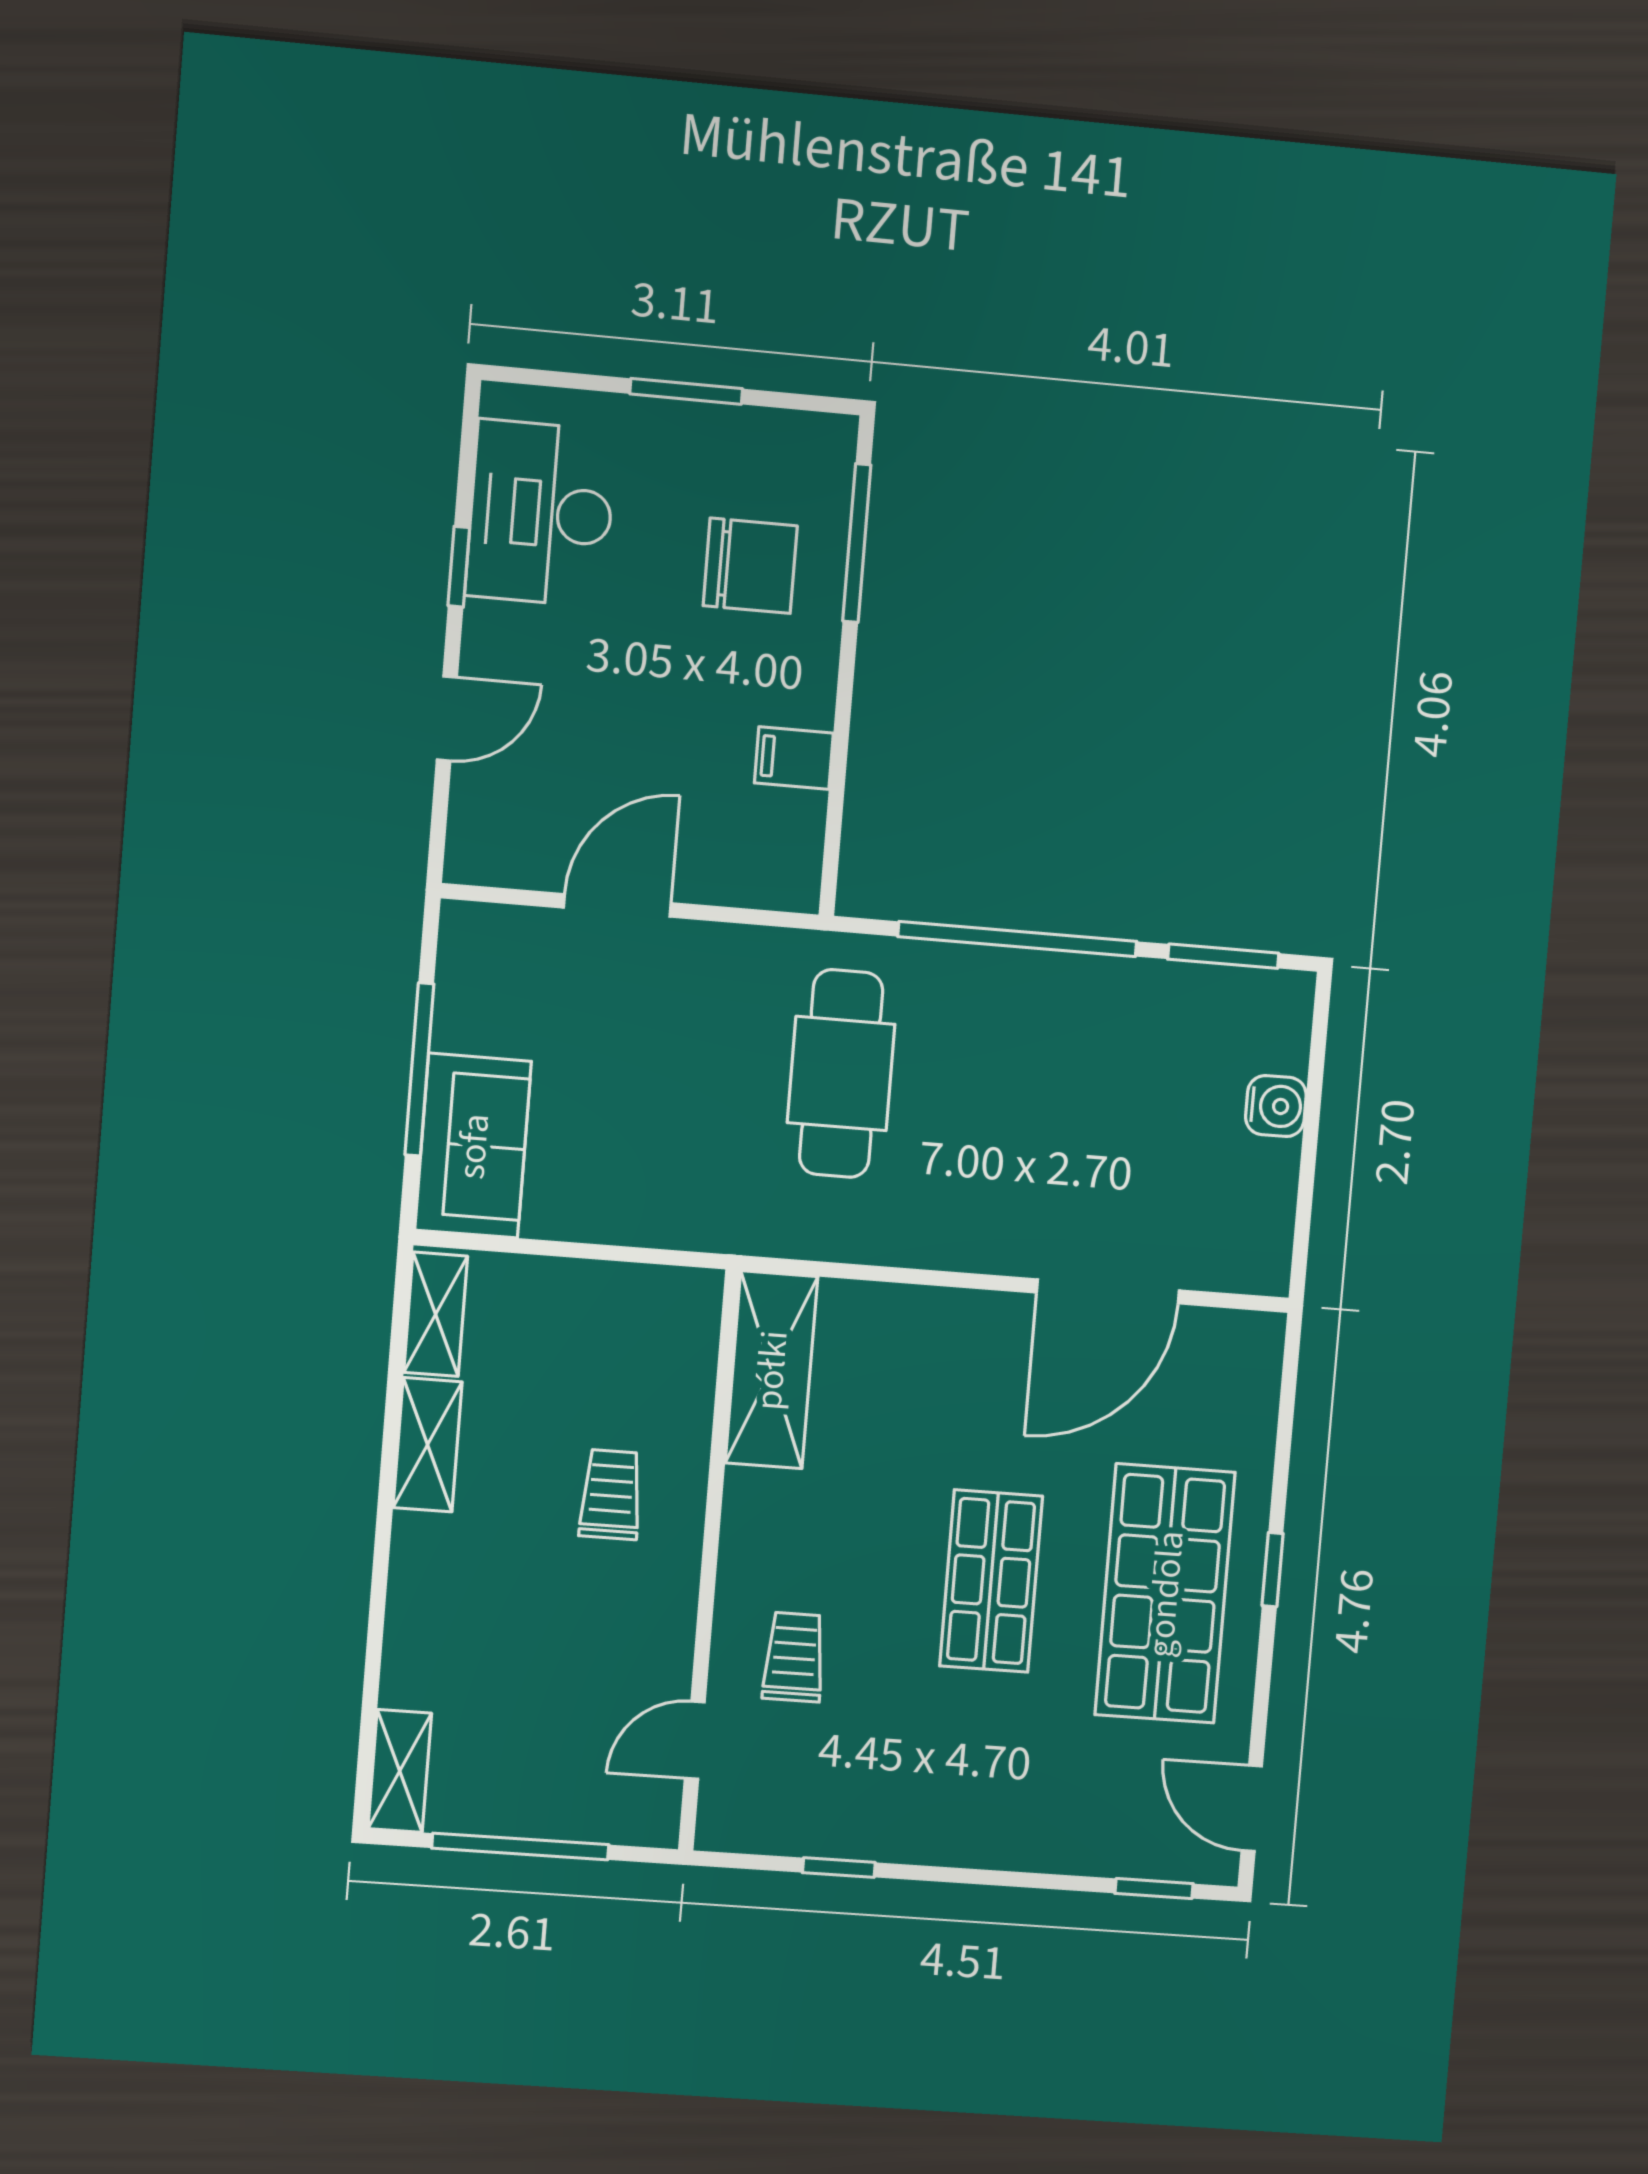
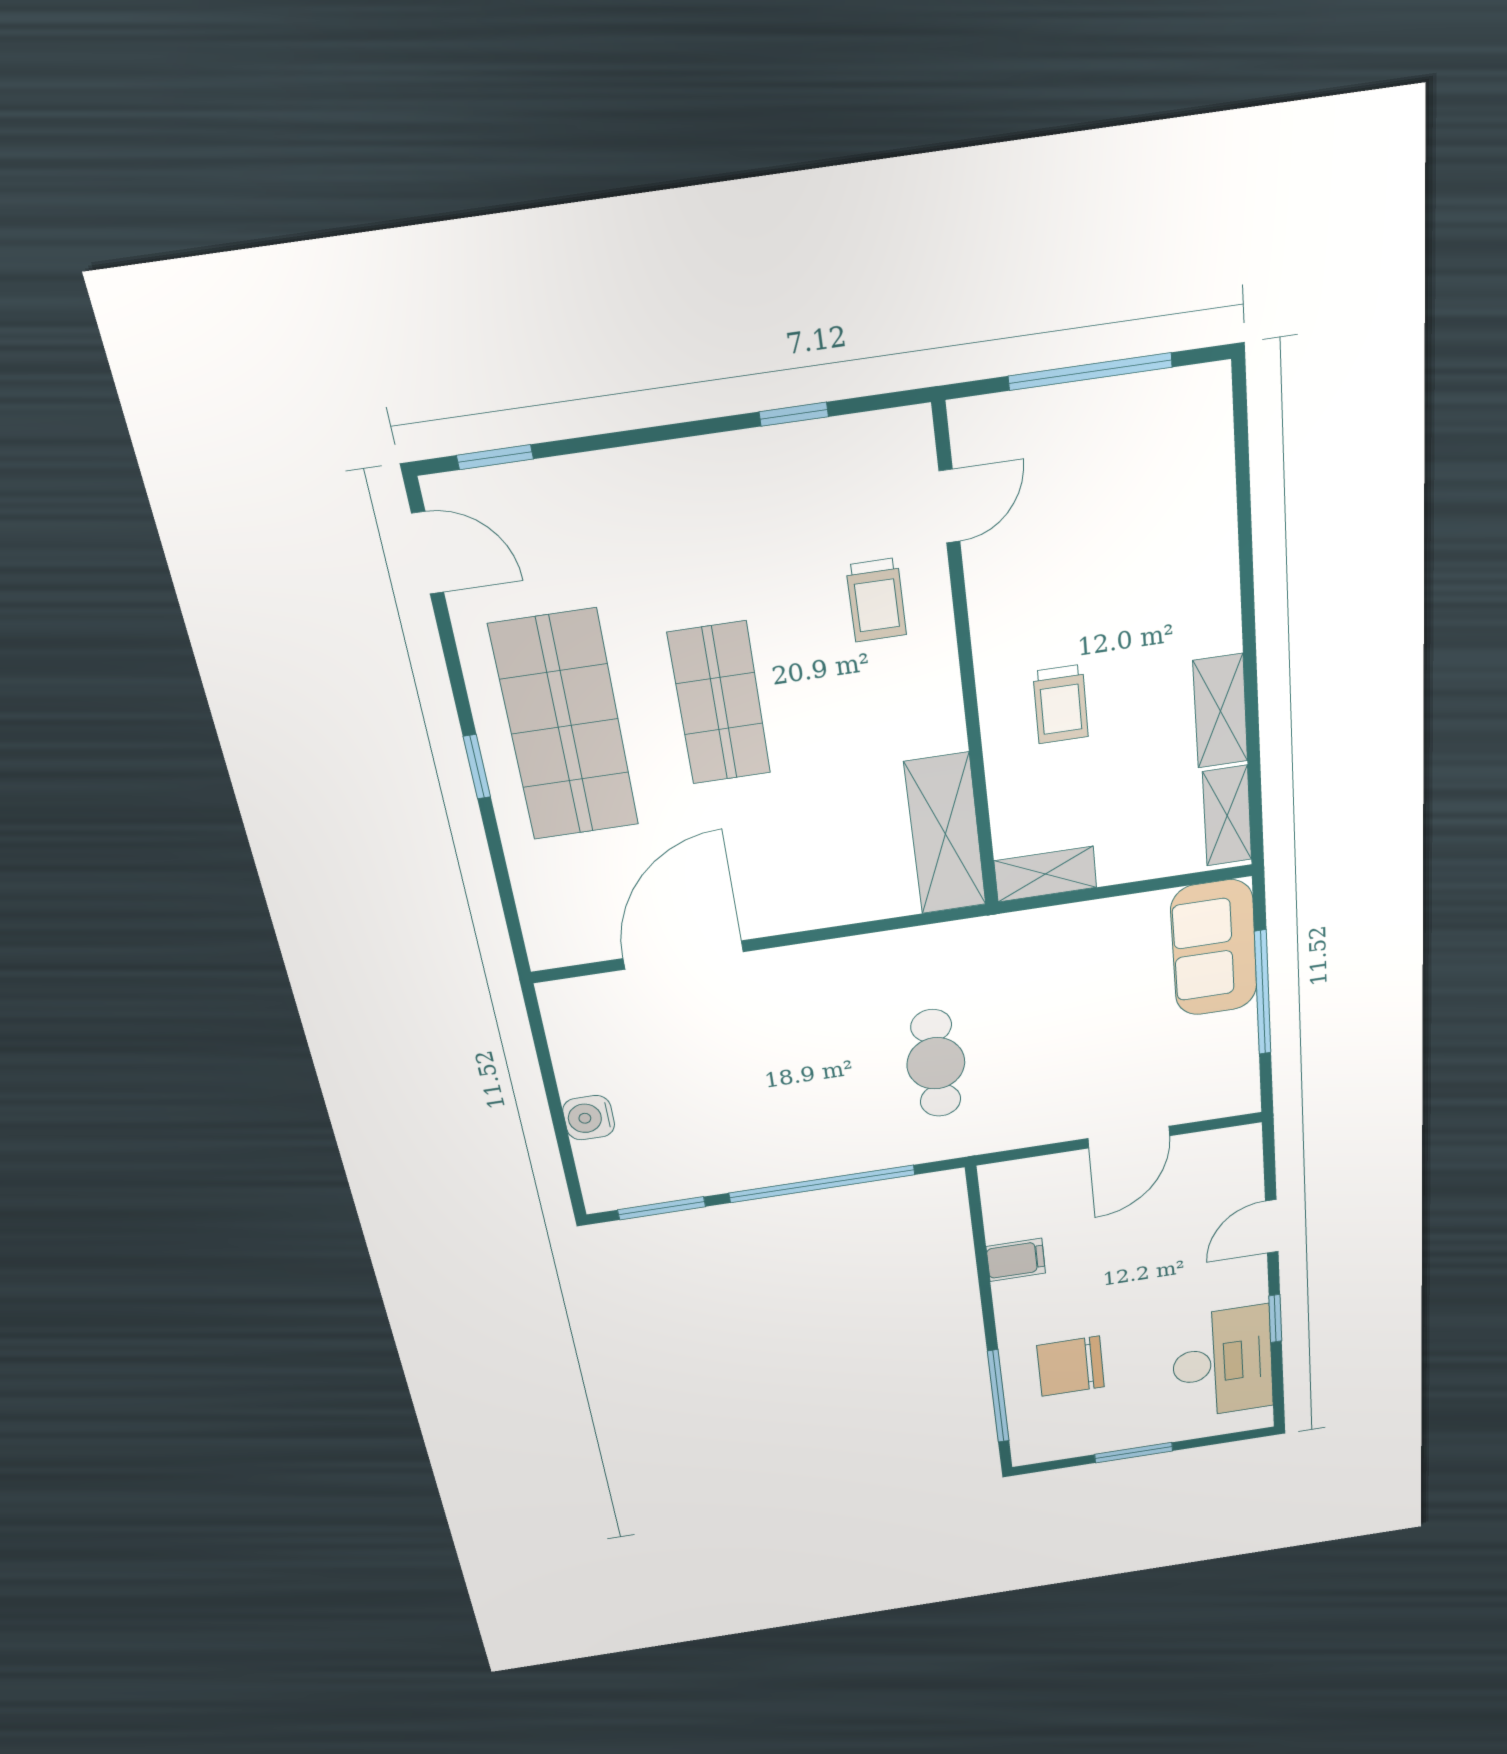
cafe table: (841, 1074) -> (936, 1063), width x0.73, depth x0.74
shelving: (400, 1771) -> (1045, 874), moved, turned 90

